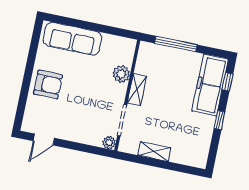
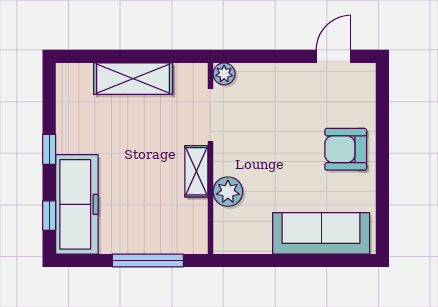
shelving: (154, 152) -> (133, 79), width x1.50, depth x1.33

